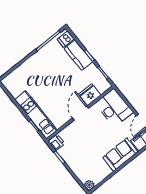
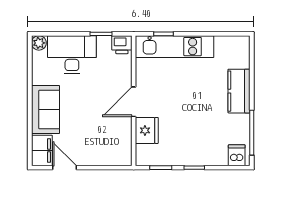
kitchen counter: (78, 55) -> (239, 91), moved, turned -90
desk: (114, 108) -> (72, 55), moved, turned 180
door: (81, 113) -> (134, 102), swing flipped

